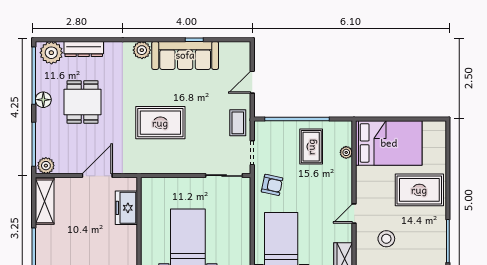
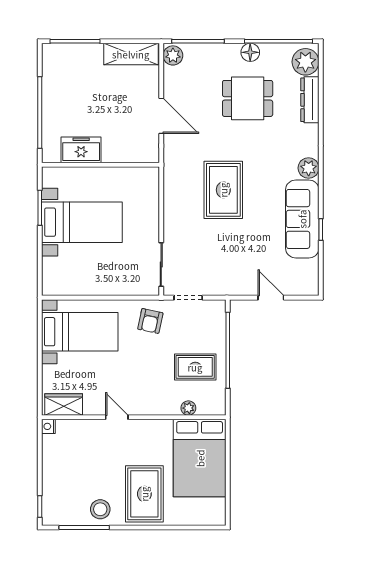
coffee table: (238, 123) -> (223, 281), removed
freezer: (126, 208) -> (81, 150), moved
stool: (386, 239) -> (100, 509), moved

